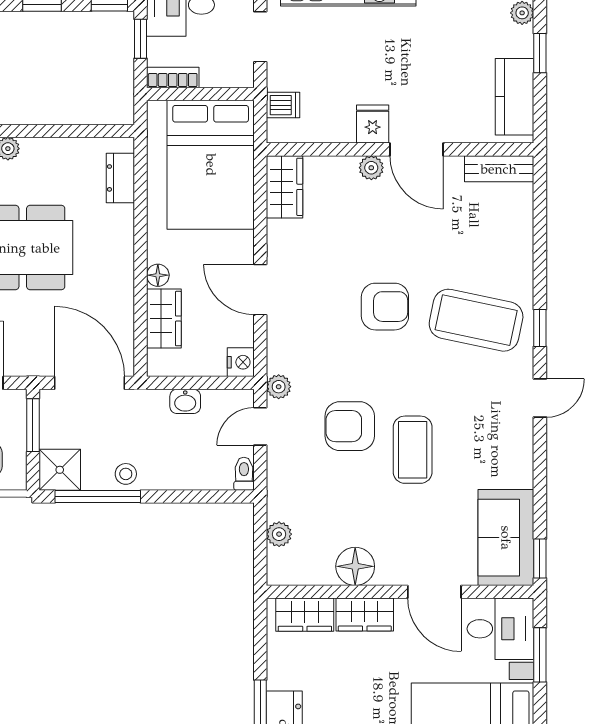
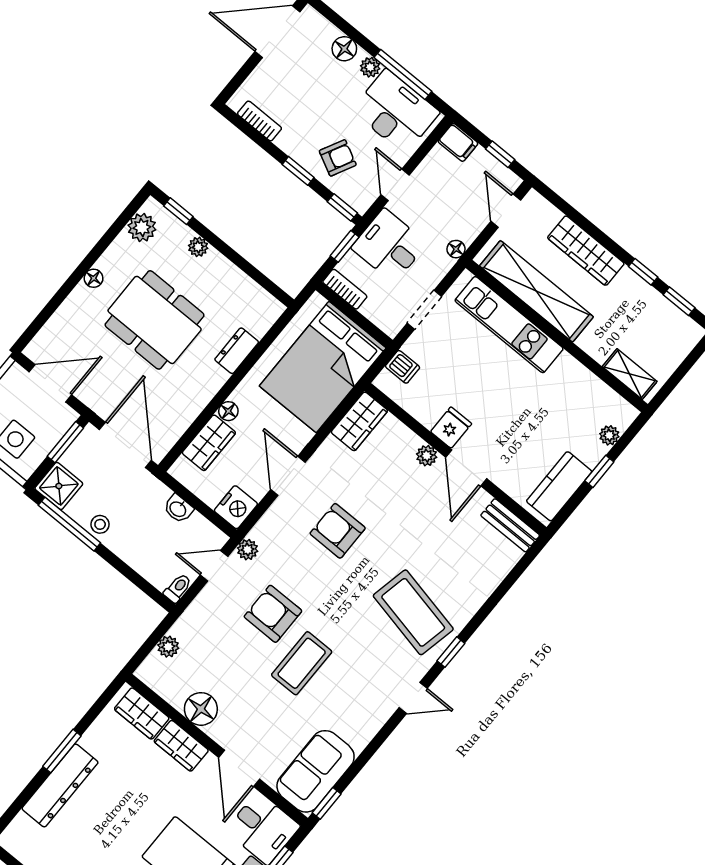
dresser: (120, 178) -> (237, 351), moved
armchair: (385, 307) -> (338, 531), moved, turned 180
nightstand: (241, 362) -> (236, 507), width x1.36, depth x1.33

